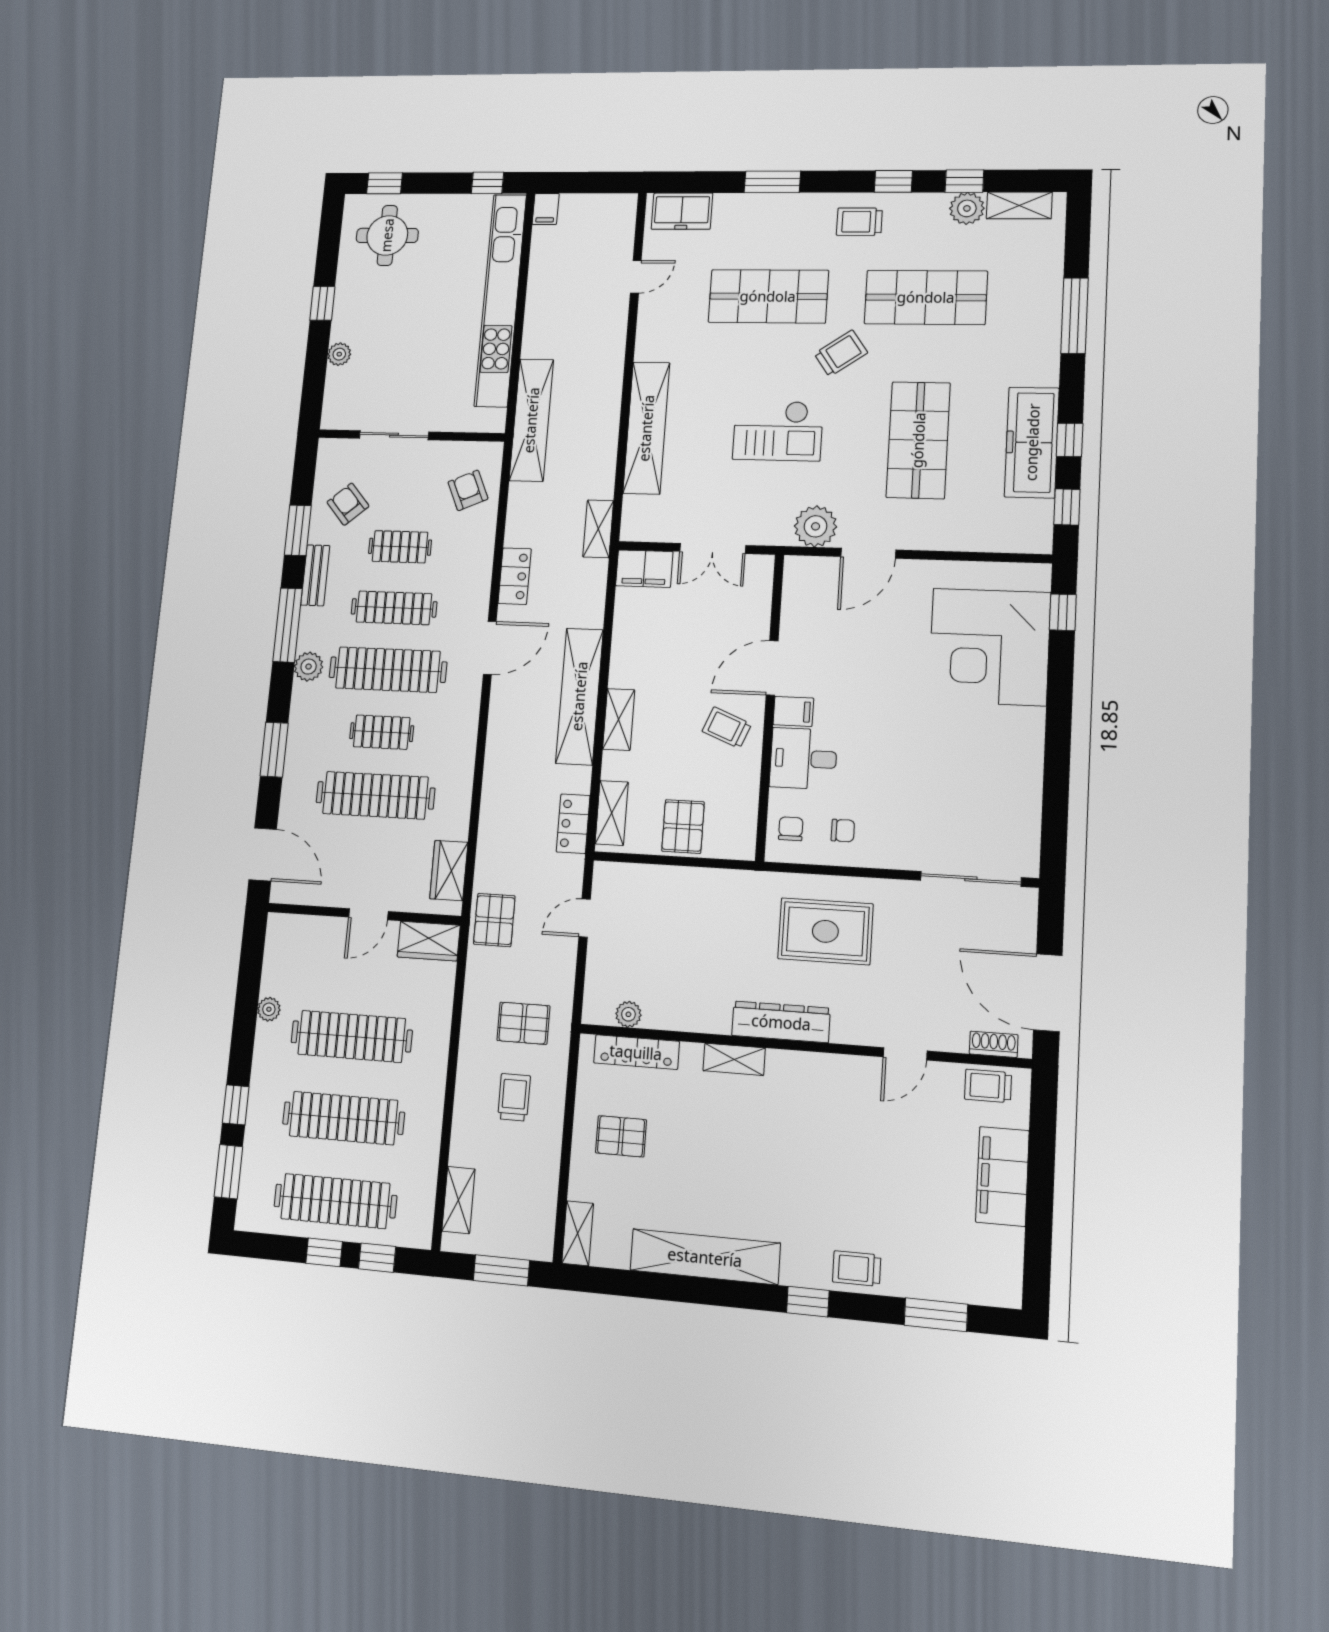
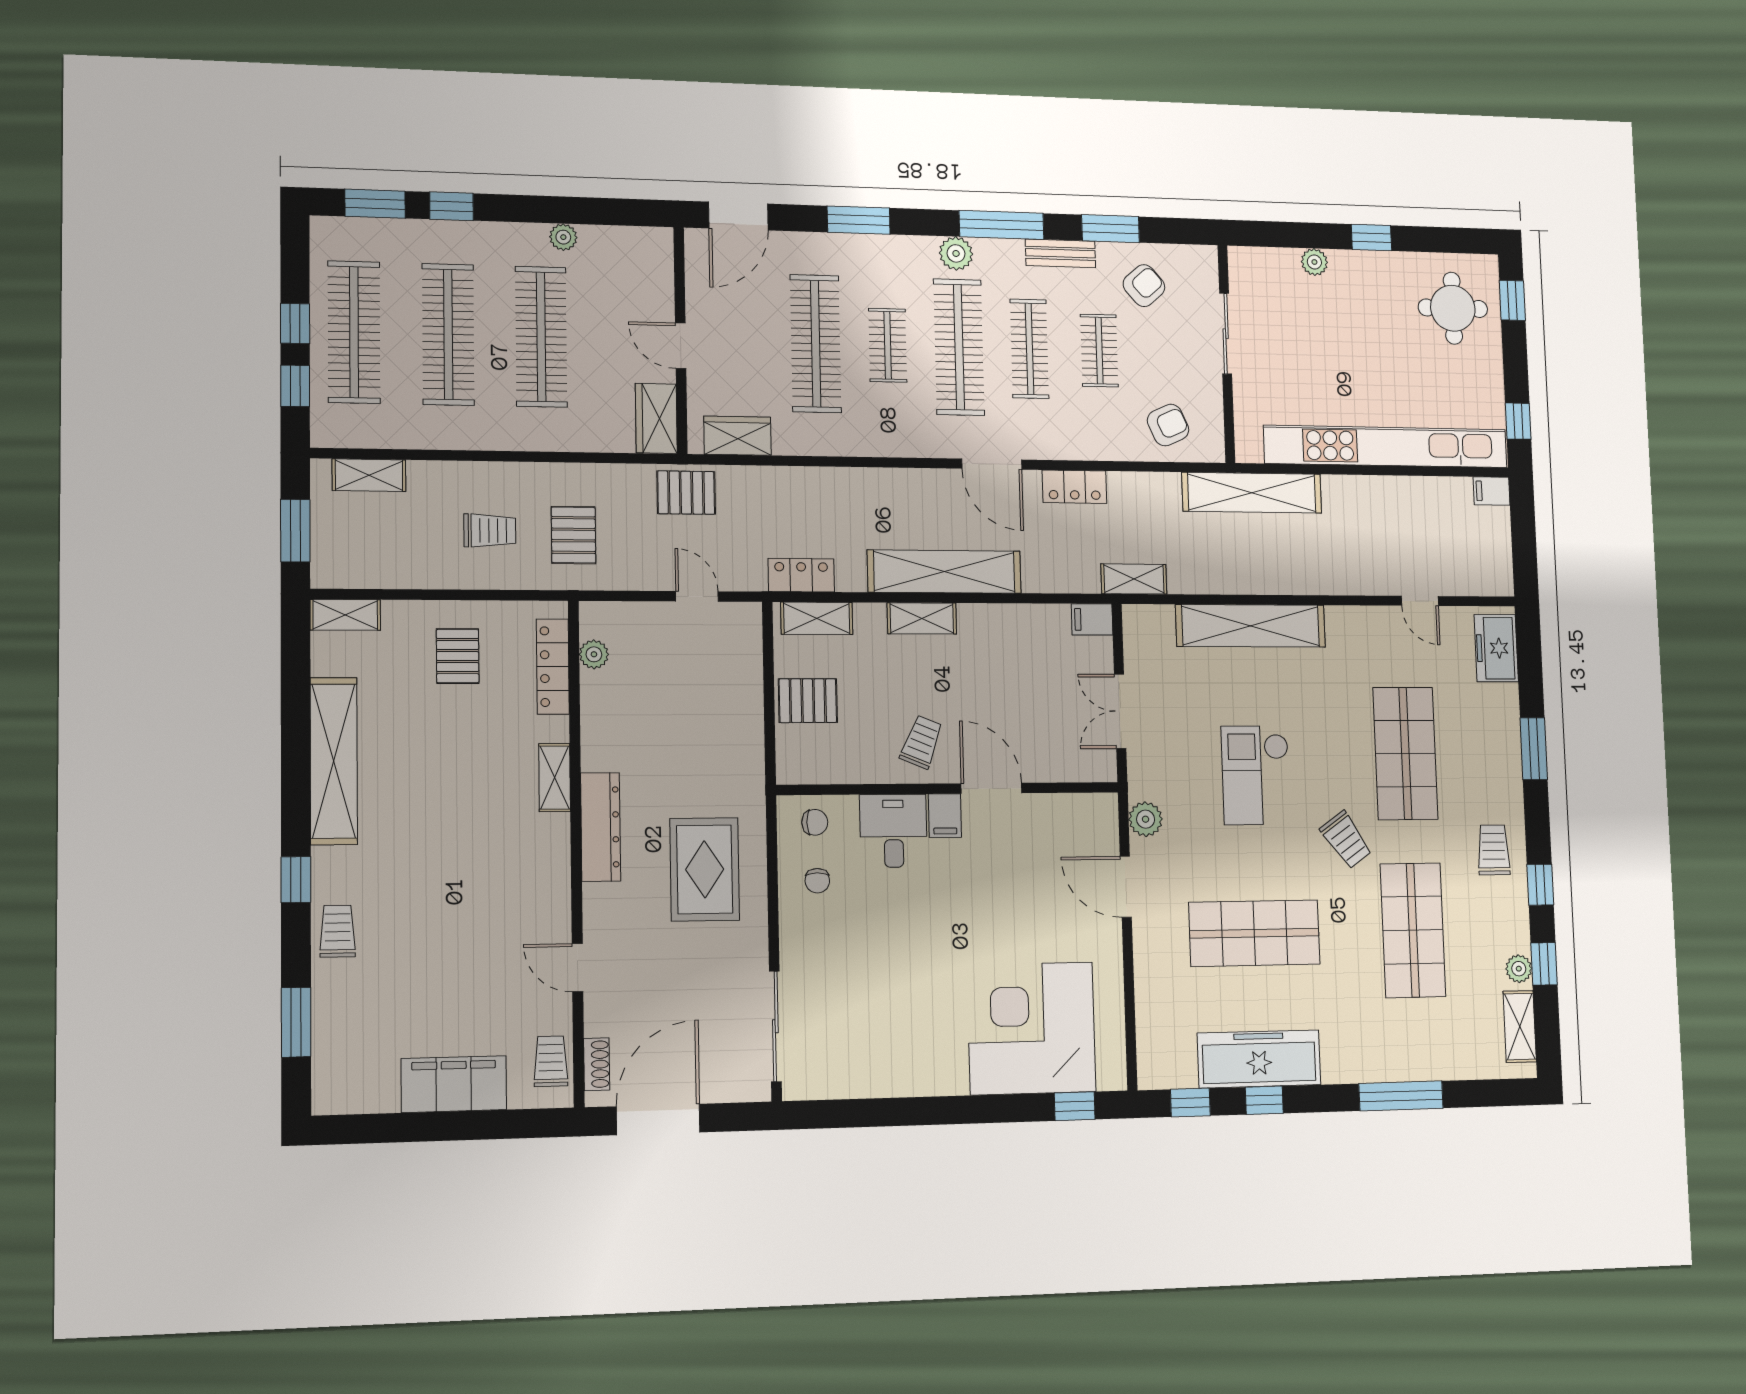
plant: (967, 208) -> (1519, 969), width x0.73, depth x0.73
plant: (816, 526) -> (1146, 819), width x0.73, depth x0.73
filing cabinet: (644, 569) -> (1092, 619), width x0.50

